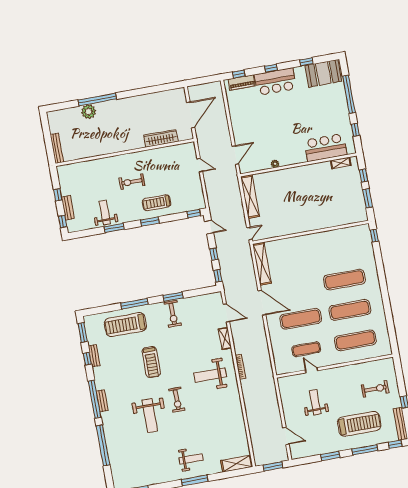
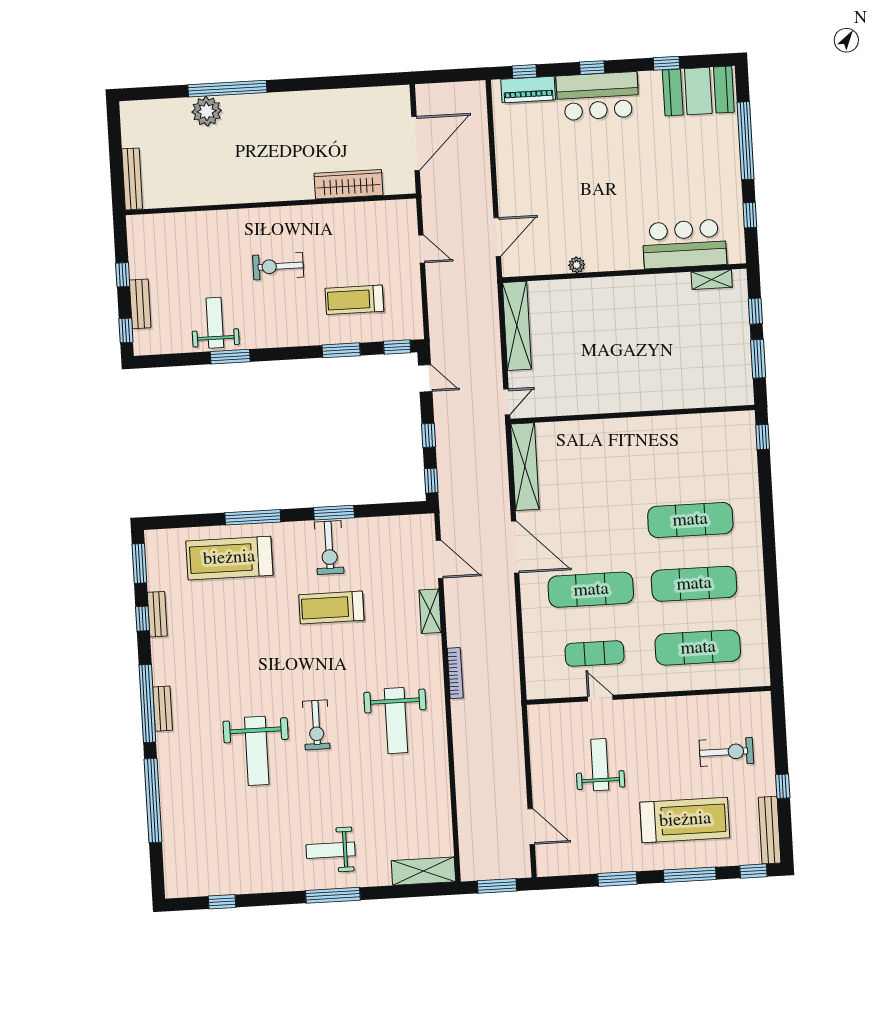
treadmill: (157, 203) -> (354, 300), moved
window: (150, 222) -> (341, 350), moved
treadmill: (151, 362) -> (331, 608), moved, turned 90
weight bench: (210, 375) -> (396, 721), moved, turned -90
weight bench: (191, 459) -> (331, 850), turned 180

